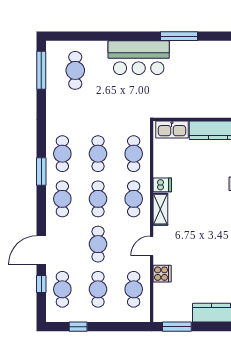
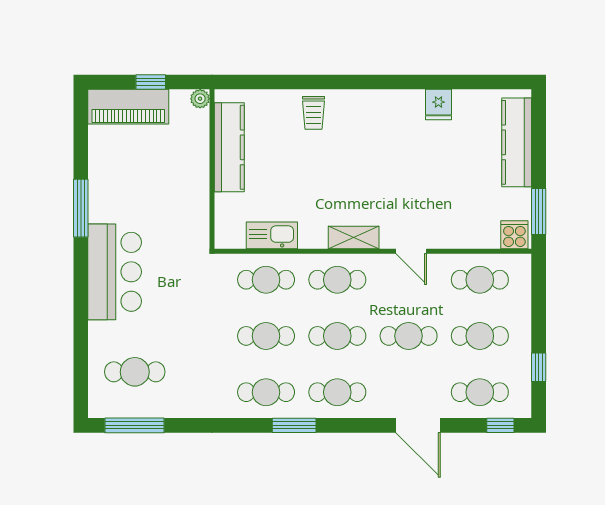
kitchen sink: (172, 129) -> (272, 235), moved, turned -90
dishwasher: (162, 185) -> (315, 235), removed
cooker: (162, 274) -> (514, 235), moved
window: (41, 284) -> (500, 425), moved

